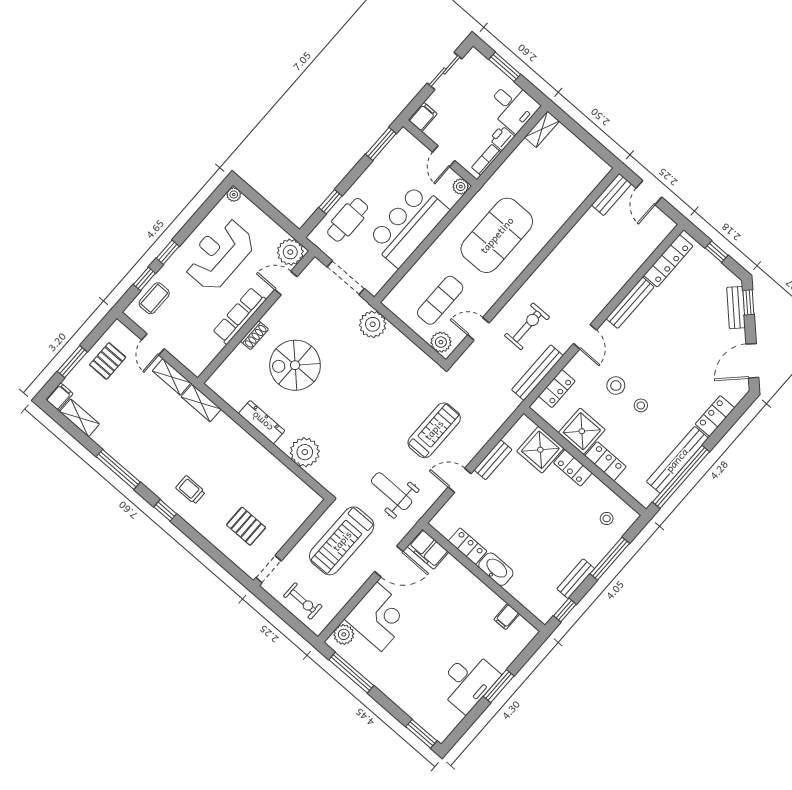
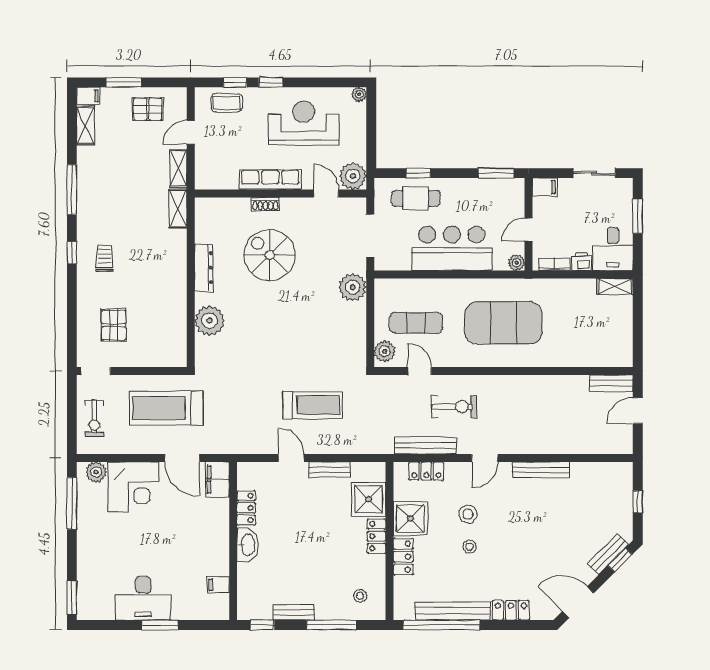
locker: (668, 261) -> (598, 471), removed
weight bench: (392, 491) -> (238, 413), removed

